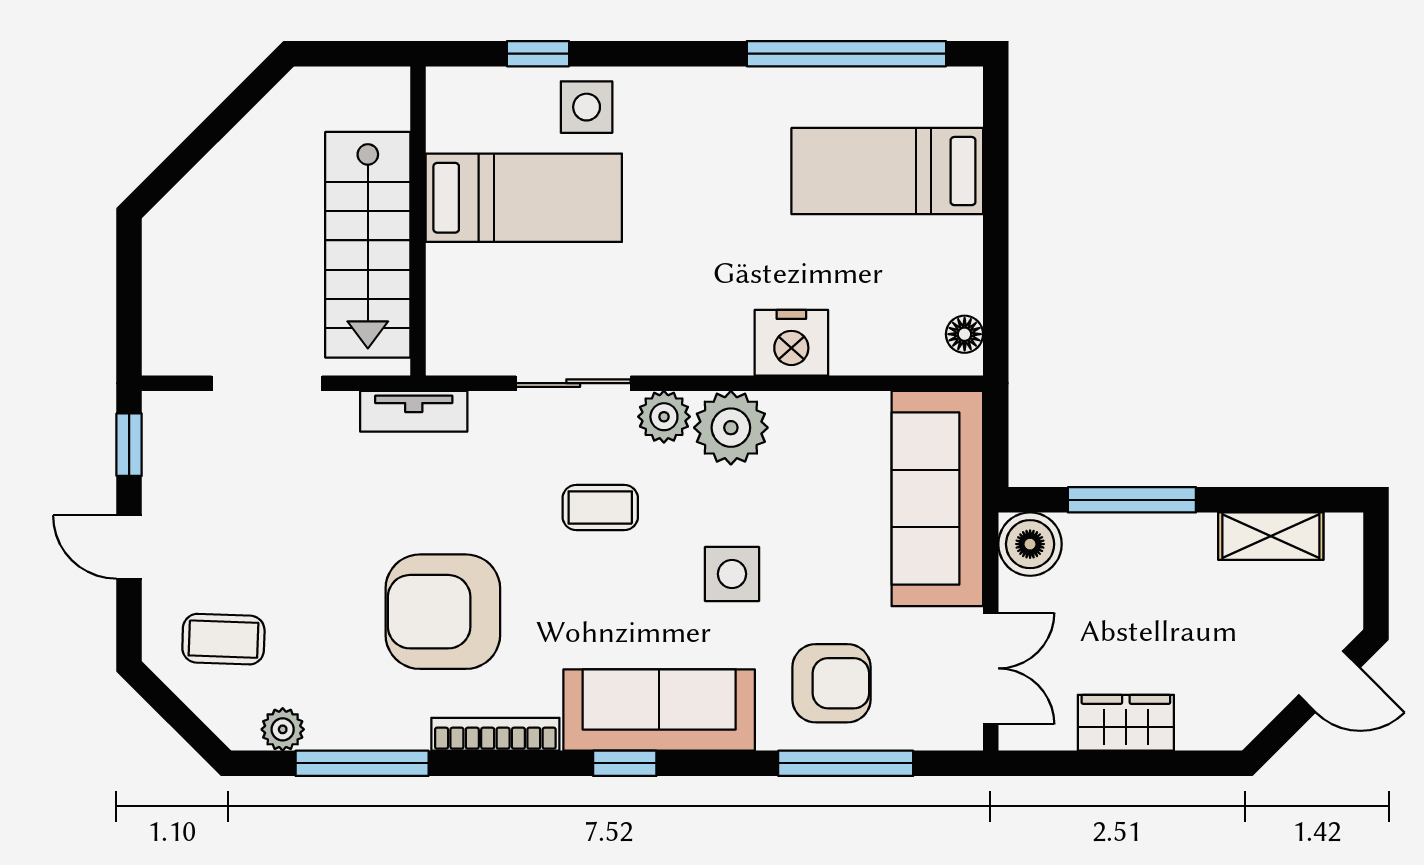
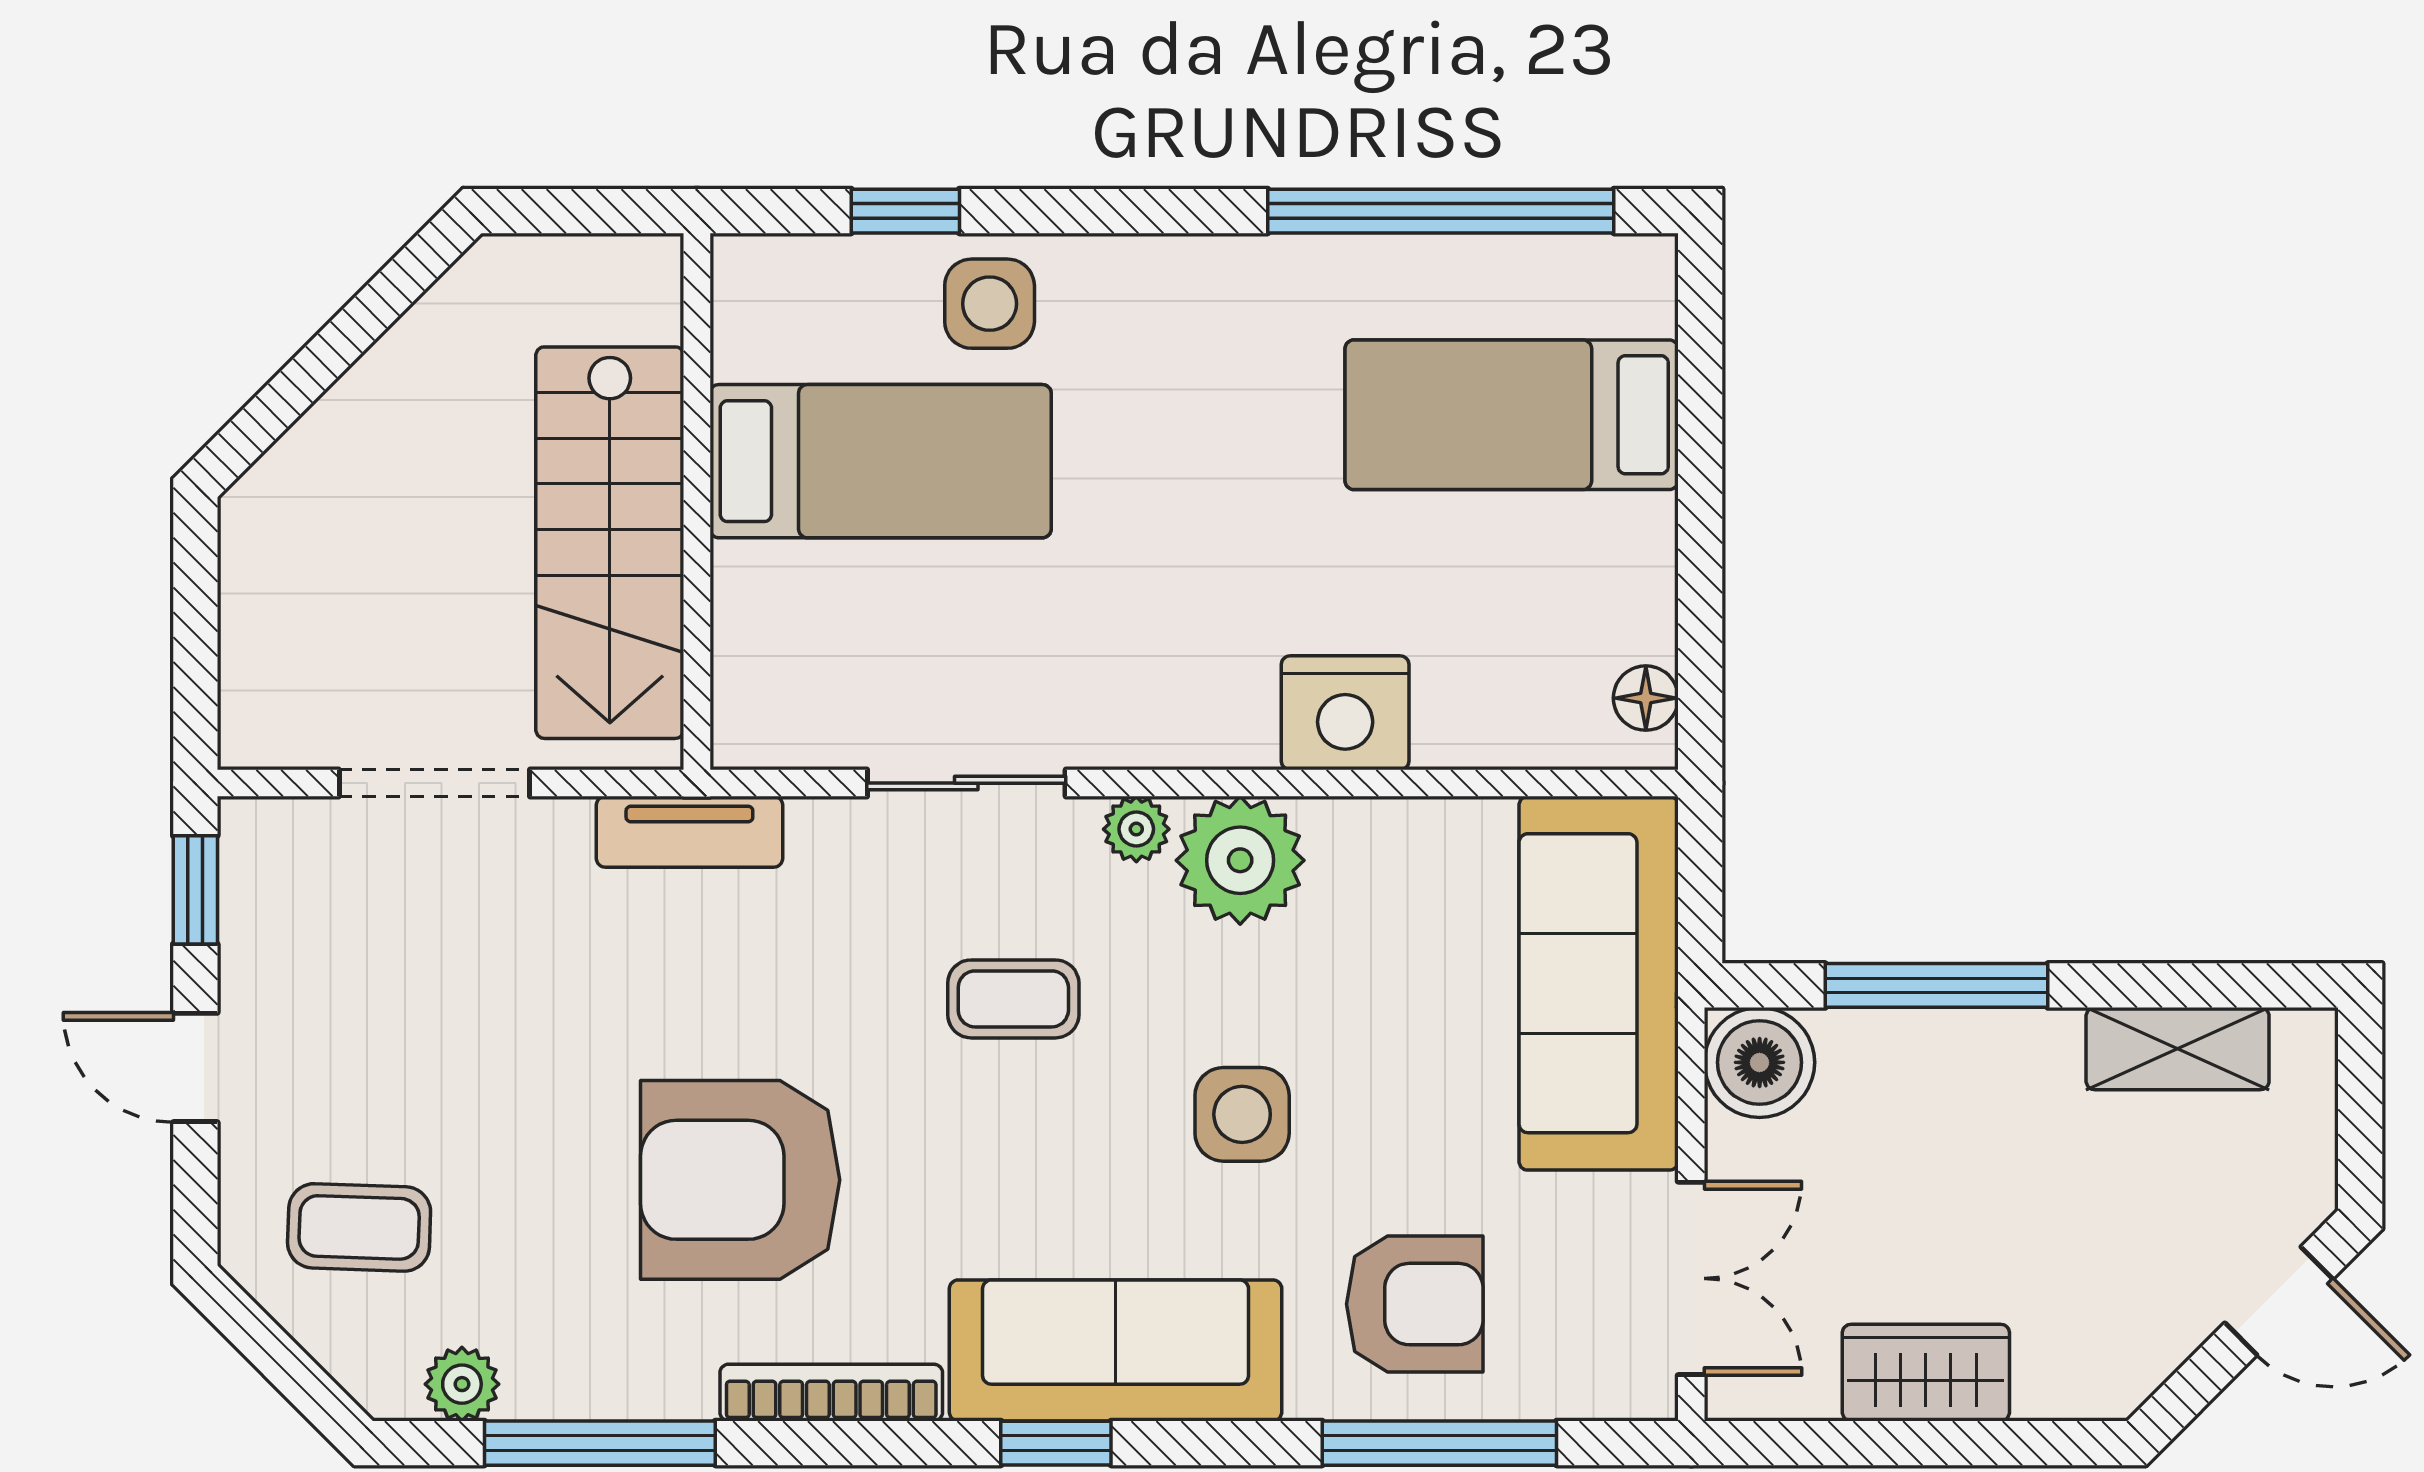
plant: (664, 417) -> (1136, 829), width x0.73, depth x0.73

